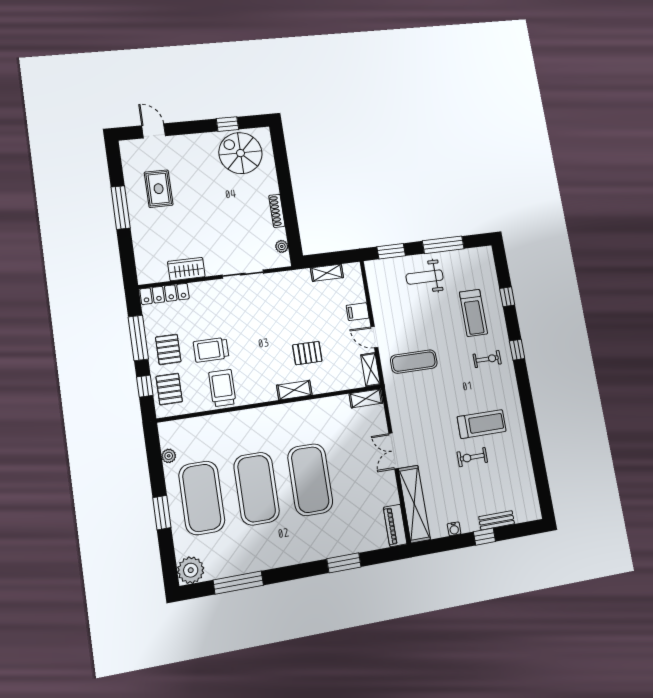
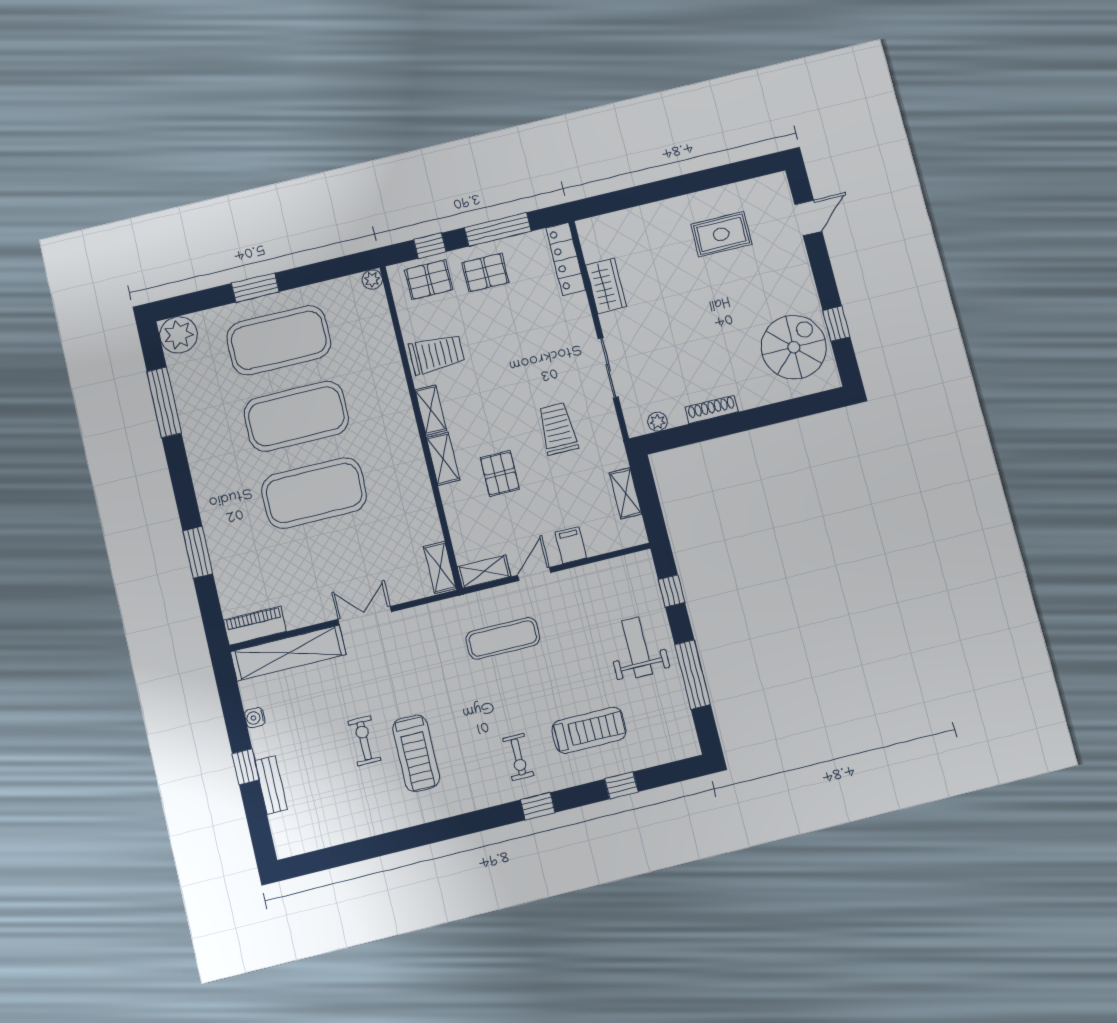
window: (121, 208) -> (685, 184), removed
window: (391, 251) -> (672, 591), width x0.67
treadmill: (473, 313) -> (589, 730), turned 180
trolley: (211, 350) -> (558, 429), moved
exercise mat: (414, 362) -> (503, 638), turned 90
shelving: (261, 396) -> (431, 410), added
plant: (169, 456) -> (372, 280), moved

